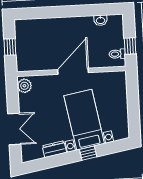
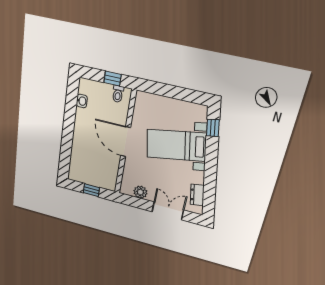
plant: (24, 86) -> (140, 192), moved
dresser: (54, 149) -> (197, 195), moved
window: (88, 153) -> (213, 128), moved

